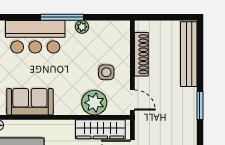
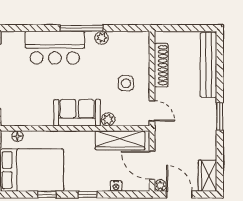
sofa: (30, 102) -> (77, 113), moved
plant: (94, 103) -> (108, 119), width x0.53, depth x0.53

